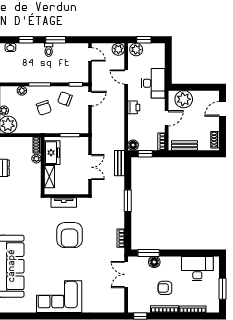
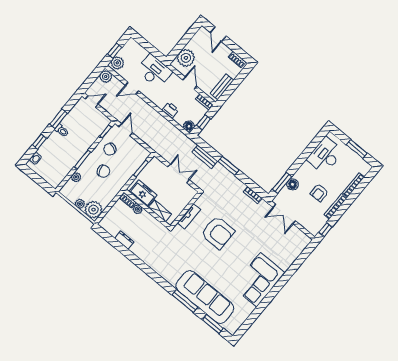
printer: (134, 107) -> (170, 110), moved
bench: (120, 163) -> (205, 157), moved

